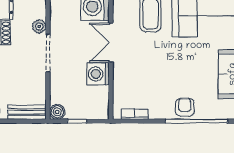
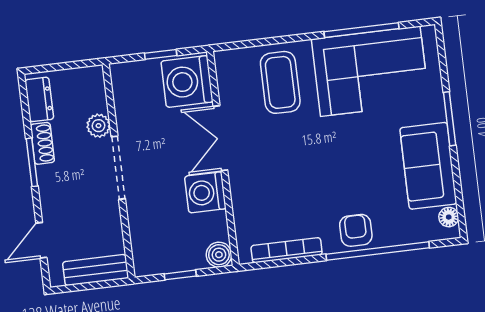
boiler: (57, 112) -> (219, 255), moved
bookcase: (135, 114) -> (287, 250), width x1.56

